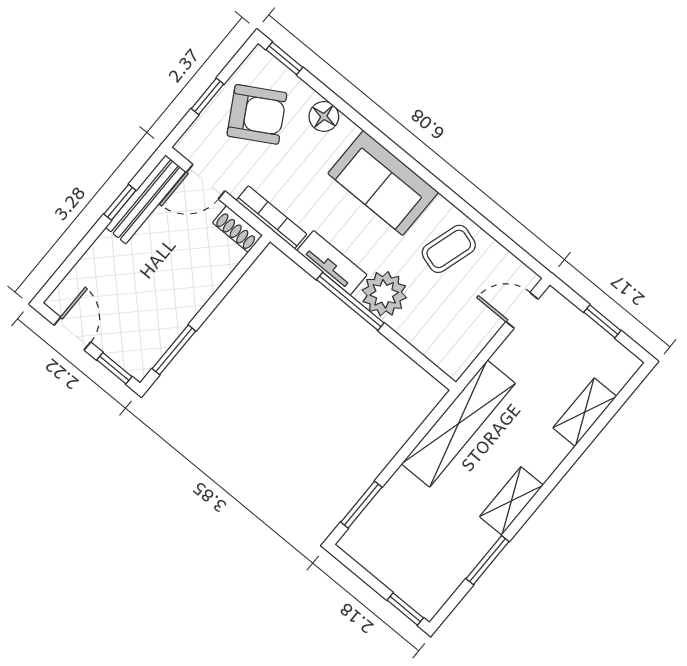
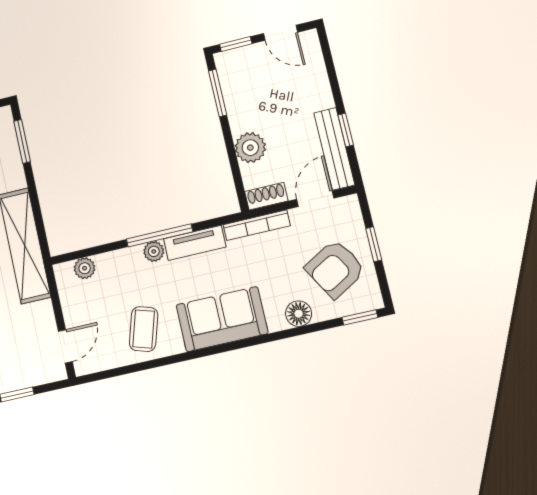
plant: (203, 279) -> (250, 148), added
plant: (384, 294) -> (154, 251), width x0.53, depth x0.53
plant: (435, 349) -> (85, 268), added

